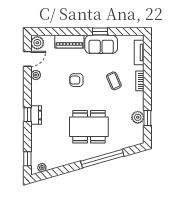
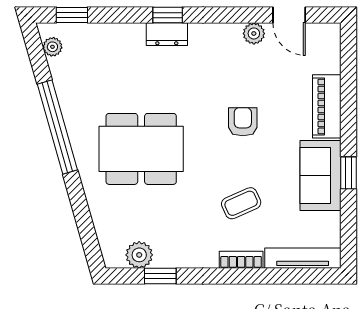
plant: (37, 43) -> (324, 37), removed
tv unit: (139, 53) -> (303, 258), width x1.41
plant: (138, 117) -> (139, 255), moved
dining table: (89, 127) -> (141, 149), turned 90
window: (102, 159) -> (57, 127), moved

